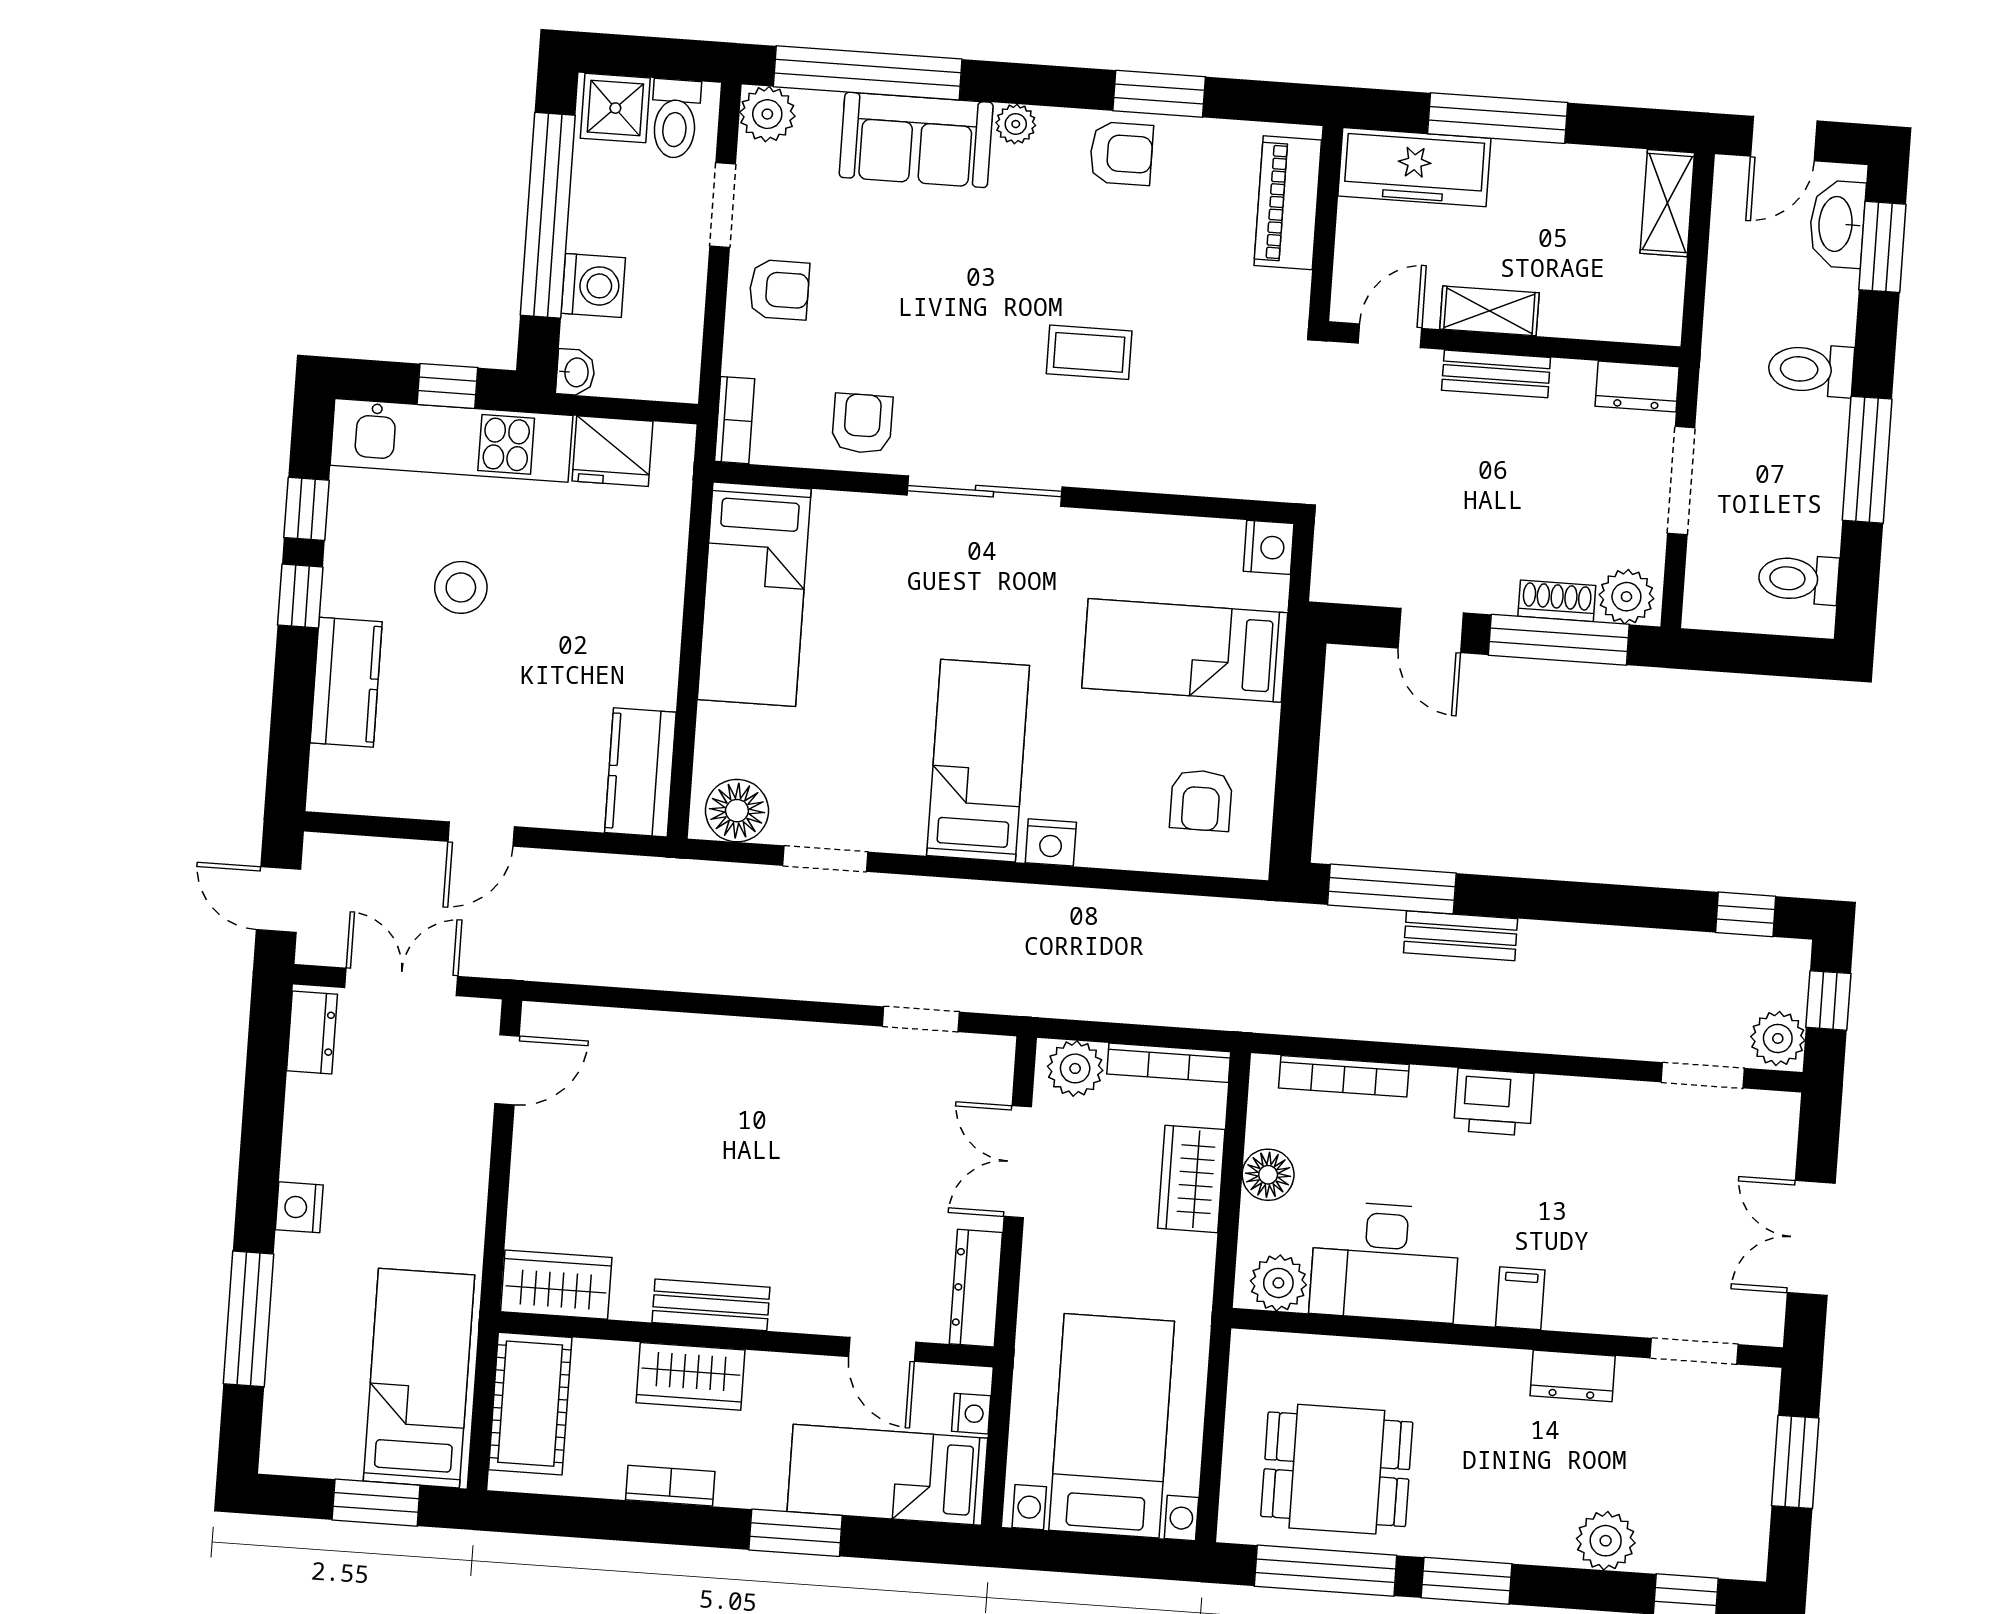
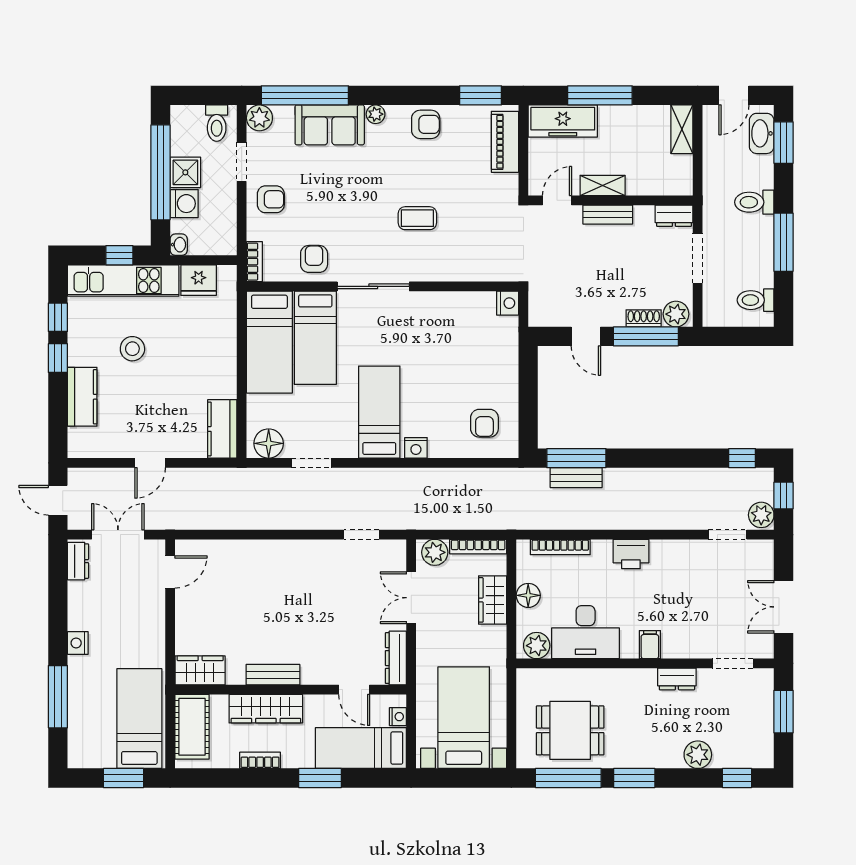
window: (1159, 94) -> (480, 95), moved
shower: (615, 108) -> (185, 172), moved
bed: (1185, 650) -> (315, 338), moved, turned -90
bench: (1461, 936) -> (576, 478), moved
wardrobe: (691, 1376) -> (266, 709), width x1.50

